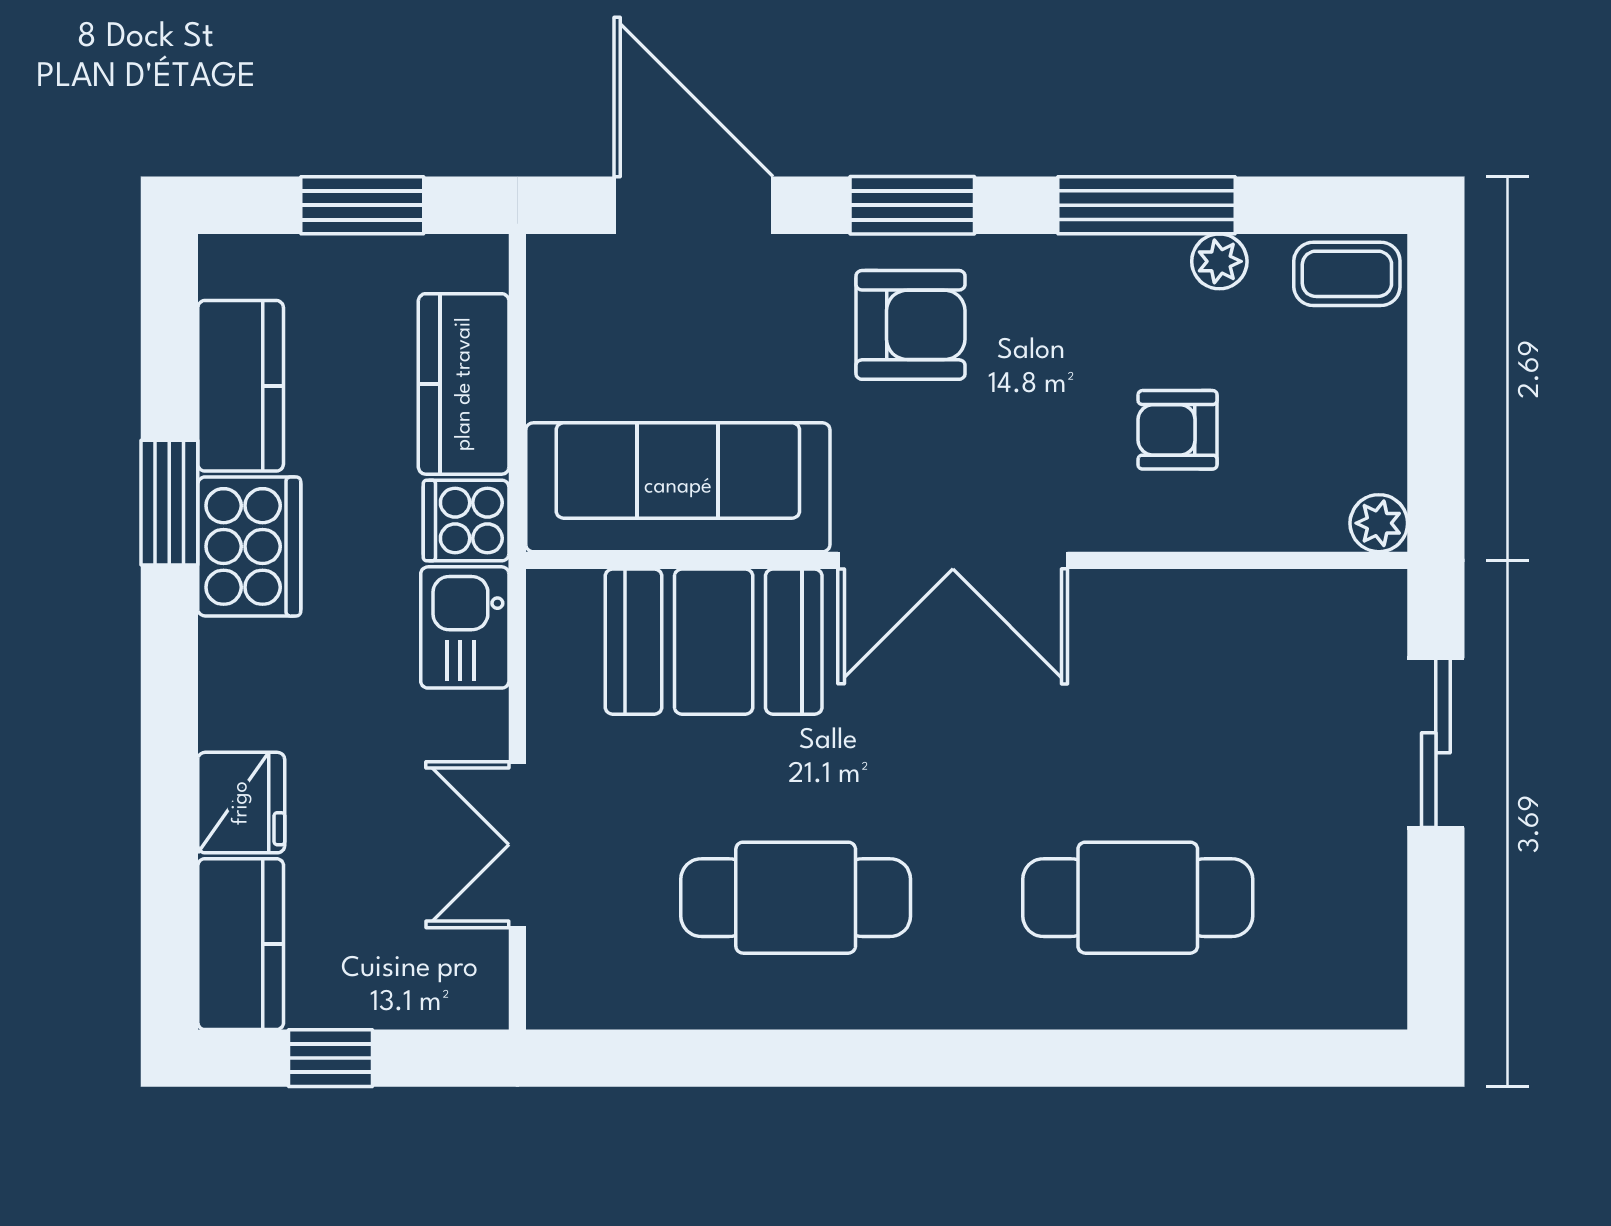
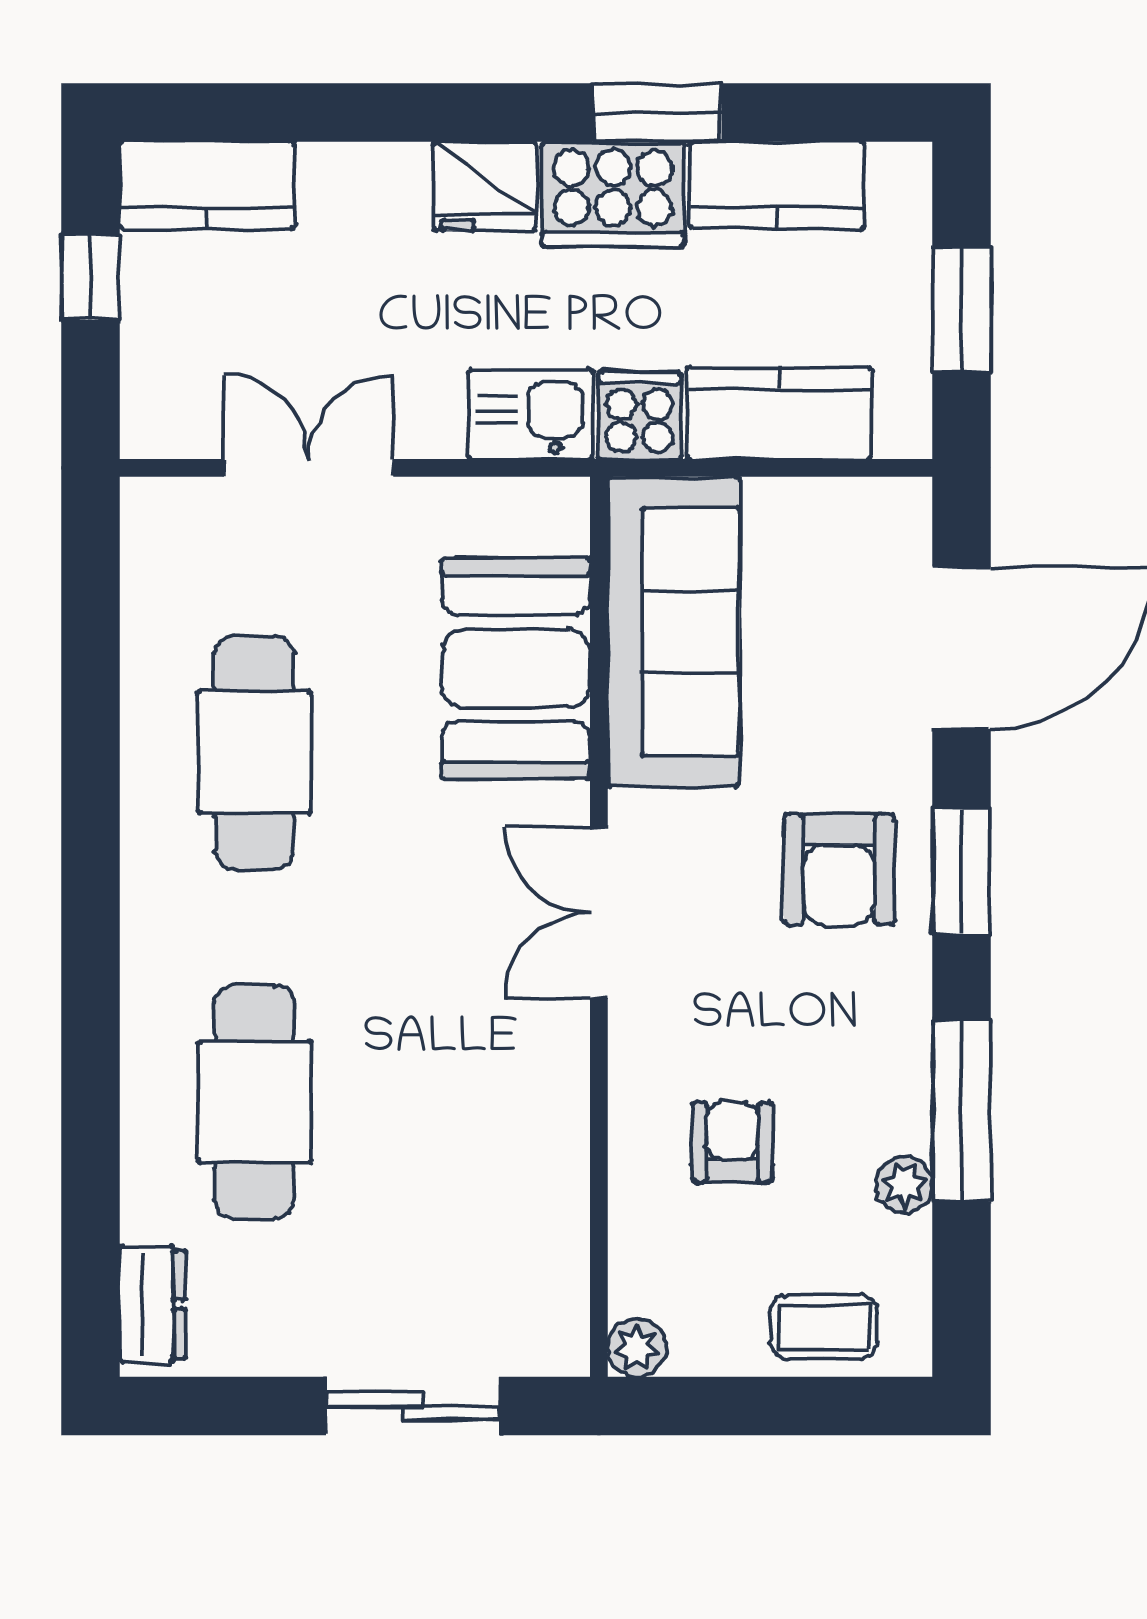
coffee table: (1347, 274) -> (824, 1327), moved, turned 90
double door: (953, 560) -> (599, 913), width x0.73
fridge: (241, 803) -> (485, 186), moved
dresser: (1336, 997) -> (152, 1304), added

